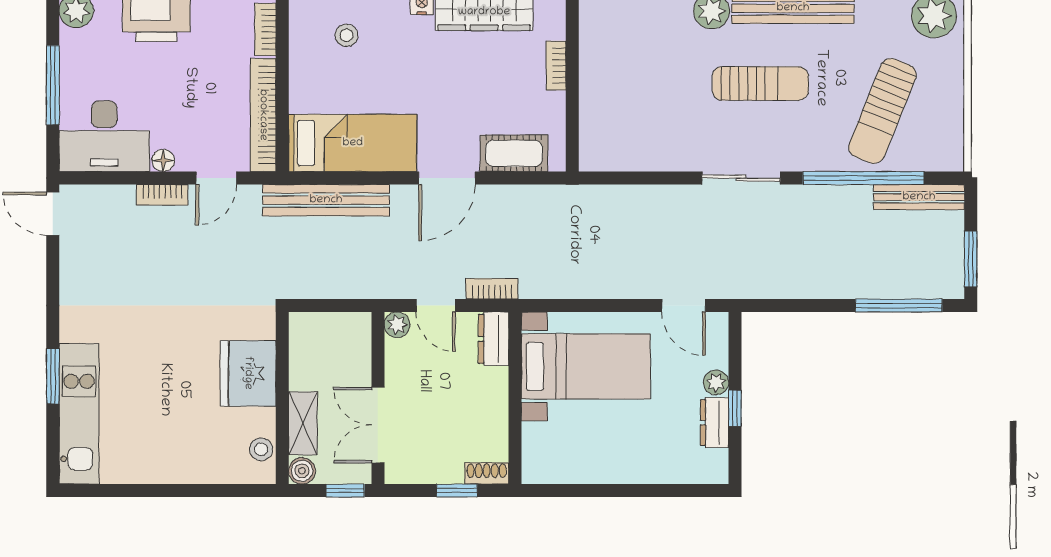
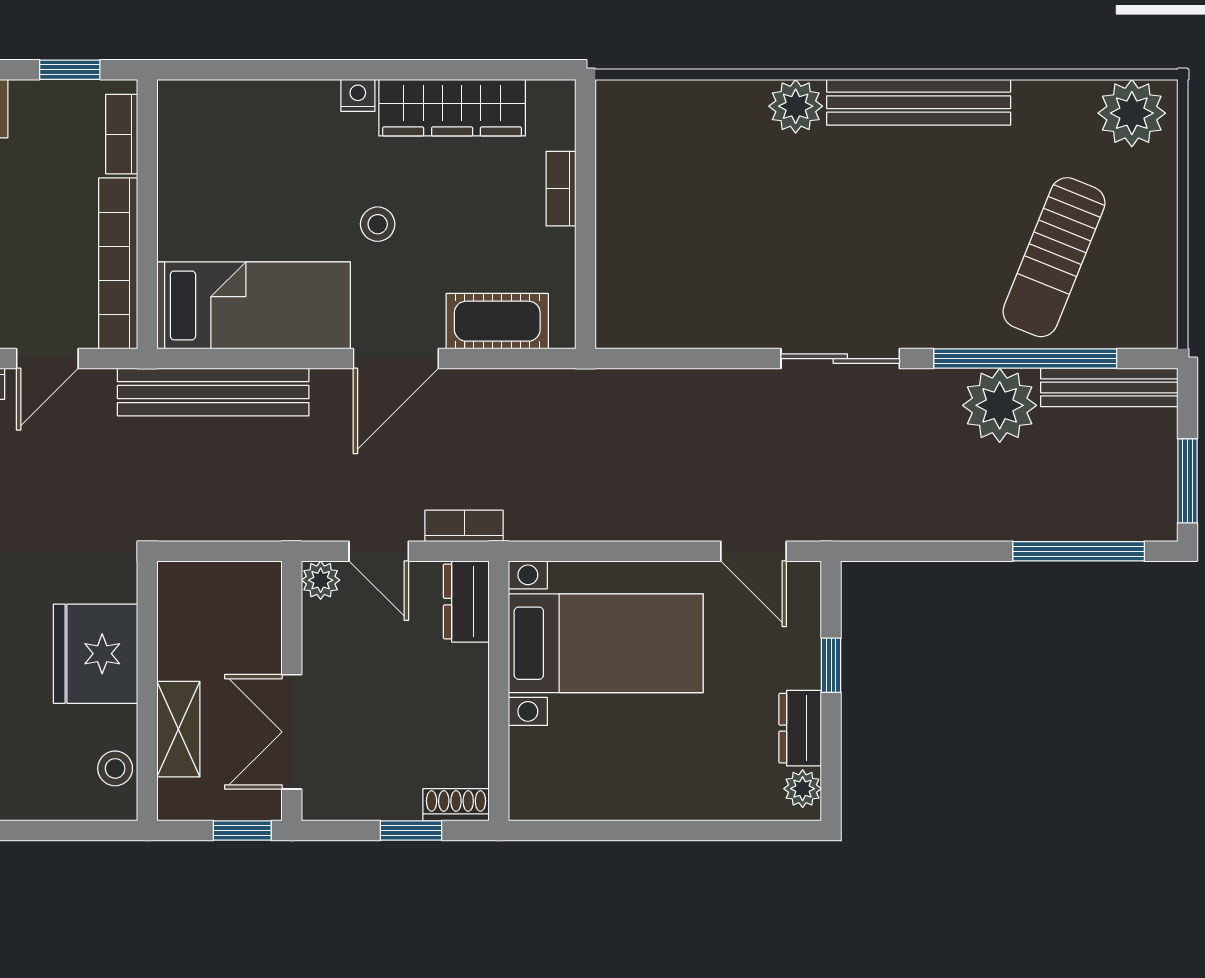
stool: (347, 35) -> (378, 224), moved
sun lounger: (760, 83) -> (869, 216), removed
plant: (846, 209) -> (1000, 405), added
plant: (716, 382) -> (803, 789), moved
window: (735, 408) -> (831, 665), moved
boiler: (302, 471) -> (177, 801), removed

